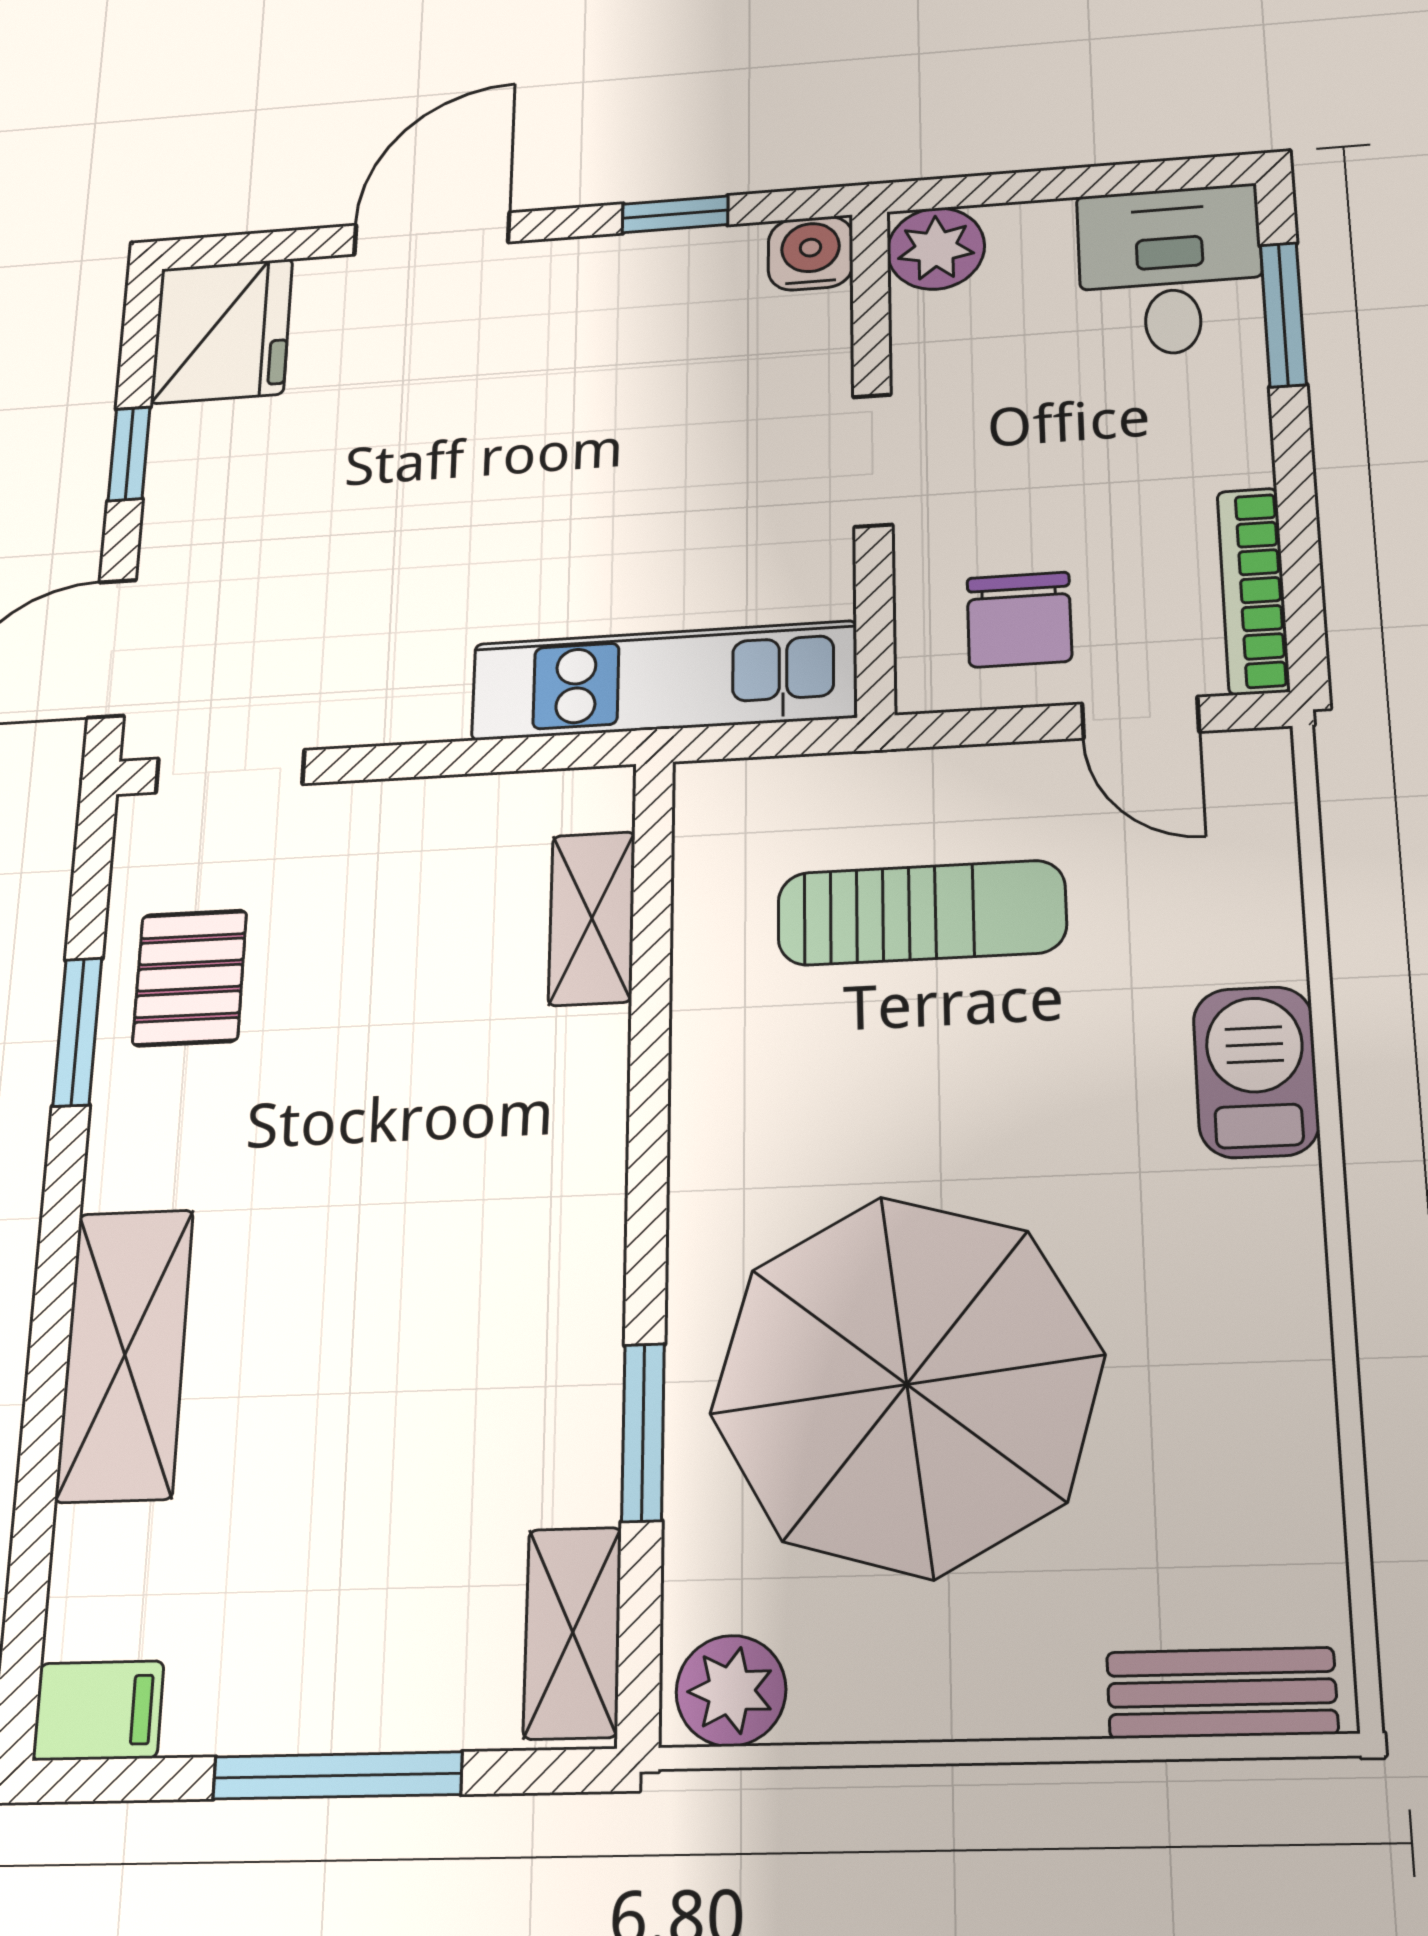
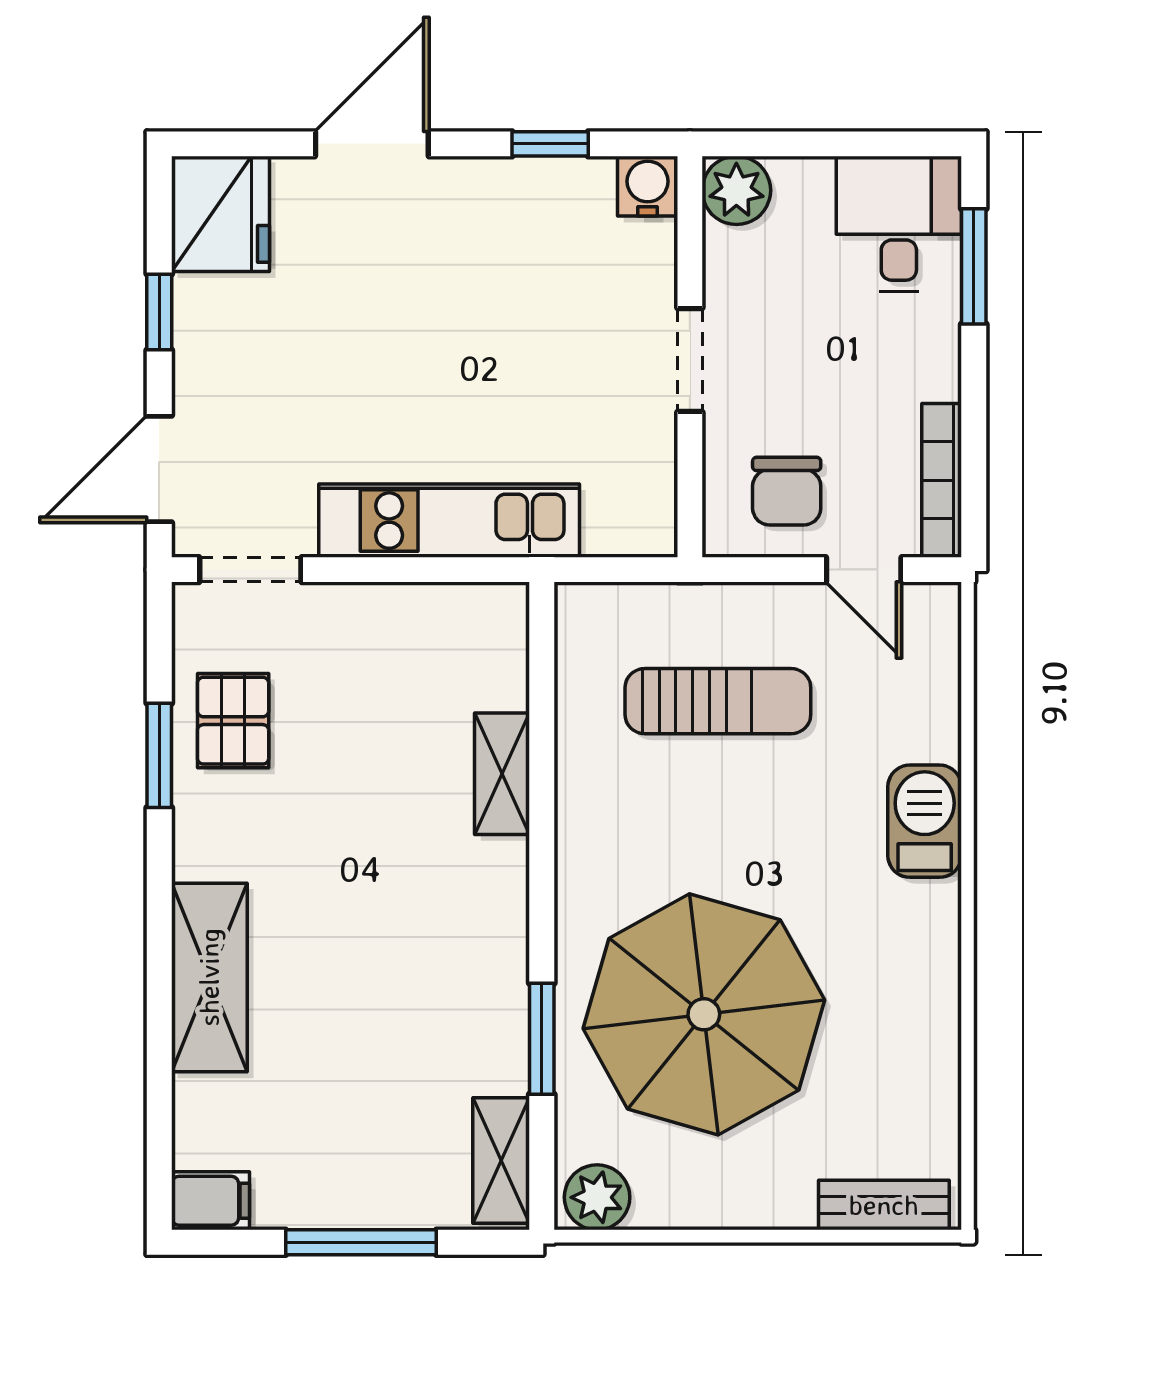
kitchen unit: (664, 681) -> (449, 521), moved
shelving: (592, 918) -> (502, 774), moved

